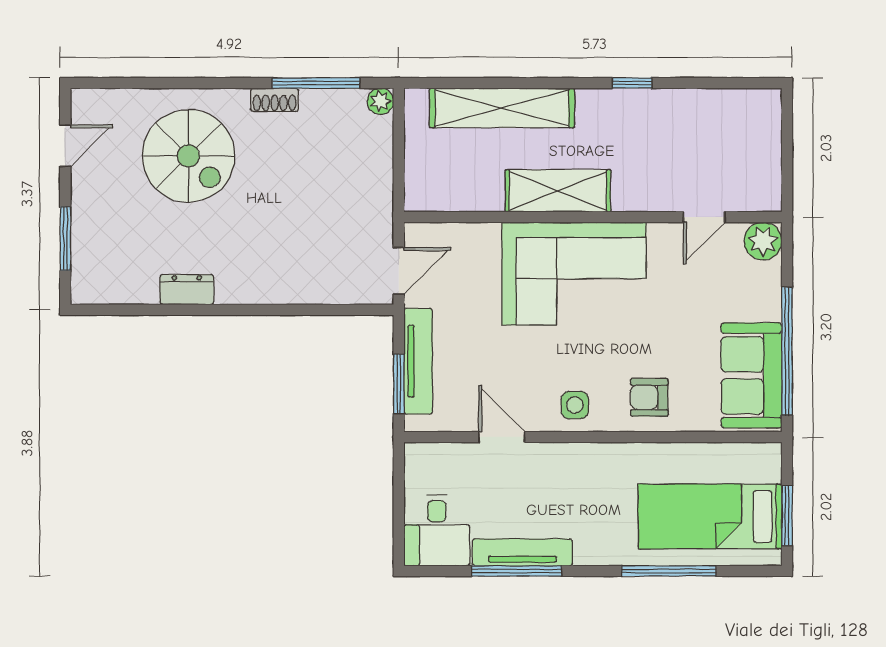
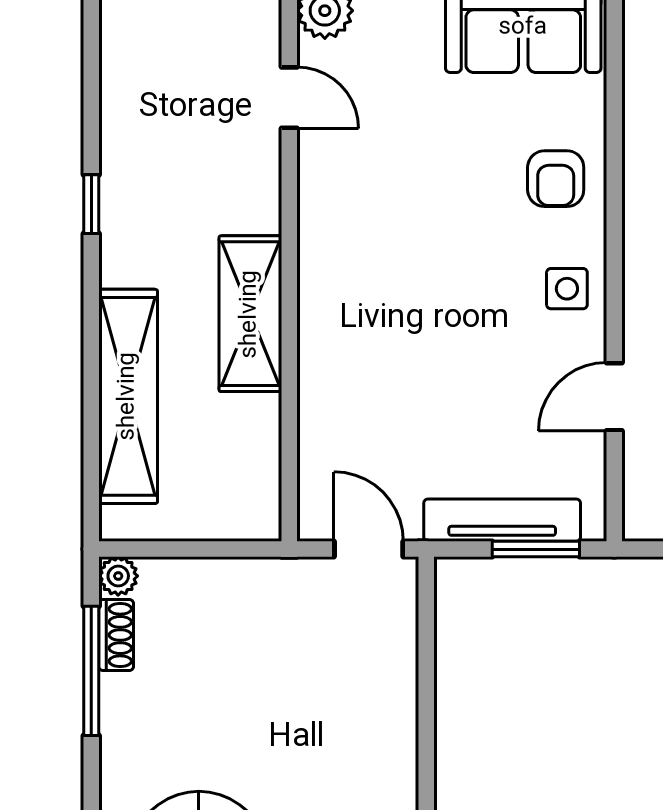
shoe rack: (275, 100) -> (116, 635), moved
corner sofa: (574, 274) -> (373, 290), removed

